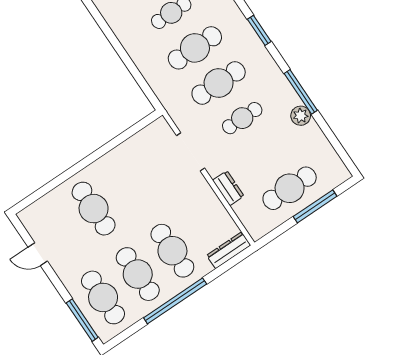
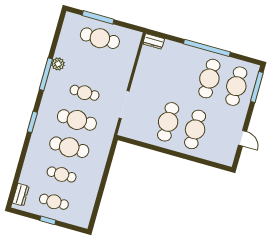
dresser: (228, 188) -> (126, 70), removed
dresser: (229, 250) -> (154, 41), width x0.70
cafe table: (172, 251) -> (168, 122), moved

